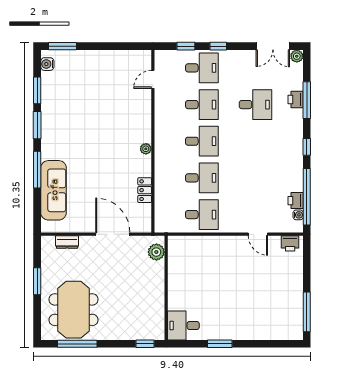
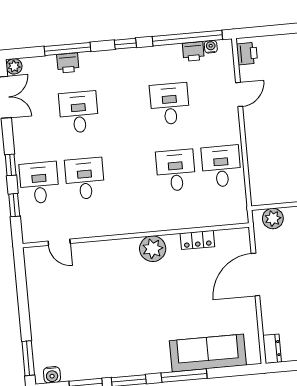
desk: (202, 141) -> (170, 104), moved
plant: (146, 149) -> (153, 249), width x1.87, depth x1.87
dresser: (67, 242) -> (272, 349), moved

